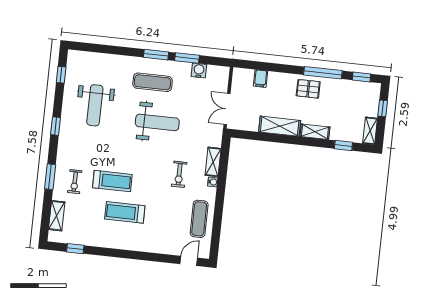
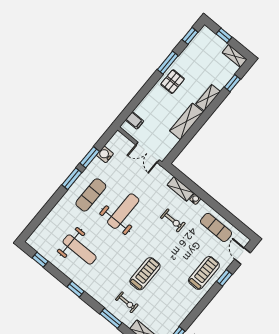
window: (323, 73) -> (168, 63), width x0.69
filing cabinet: (261, 79) -> (135, 120), moved
treadmill: (125, 212) -> (204, 273), moved, turned 180
window: (157, 257) -> (224, 278), added

